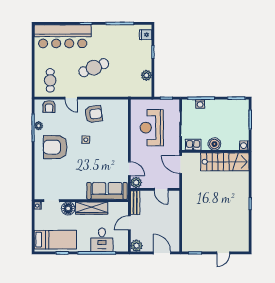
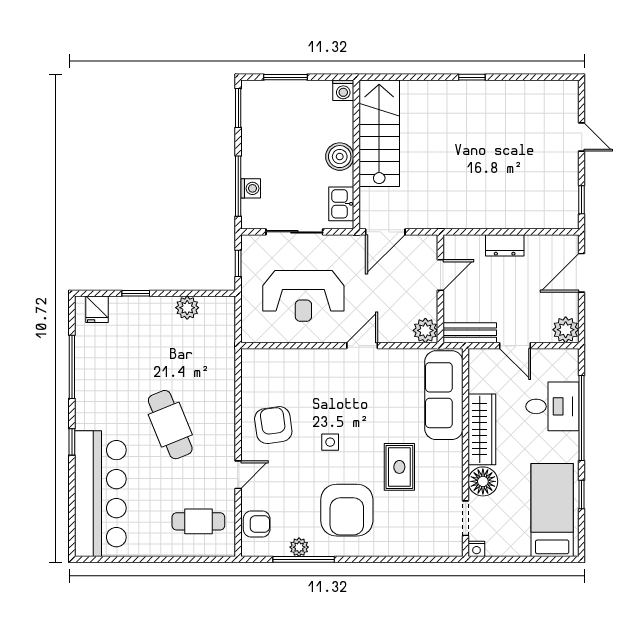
door: (129, 169) -> (362, 346), moved
rug: (75, 171) -> (399, 467), added
dresser: (174, 218) -> (505, 245), added

